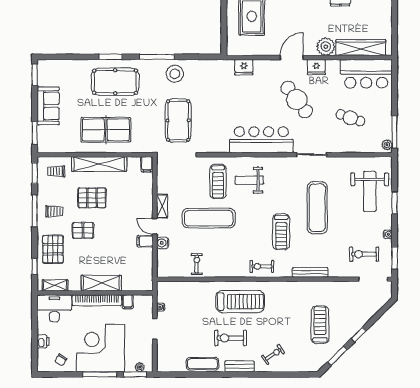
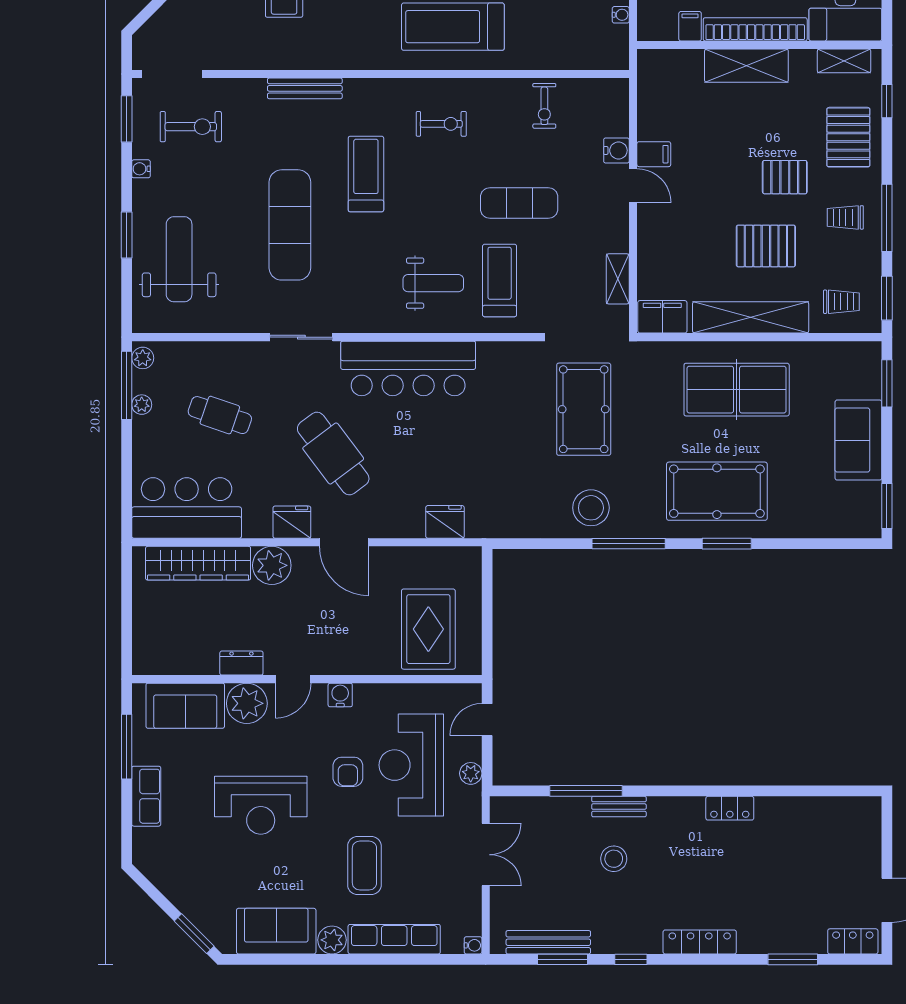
door: (292, 58) -> (344, 542), hinge flipped
plant: (387, 123) -> (142, 405), added
filing cabinet: (147, 164) -> (662, 317), width x2.00
shelving: (162, 206) -> (618, 279), moved
exercise mat: (209, 218) -> (519, 203), width x0.73, depth x0.69
exercise bike: (262, 266) -> (441, 124), moved

